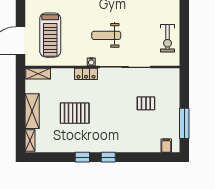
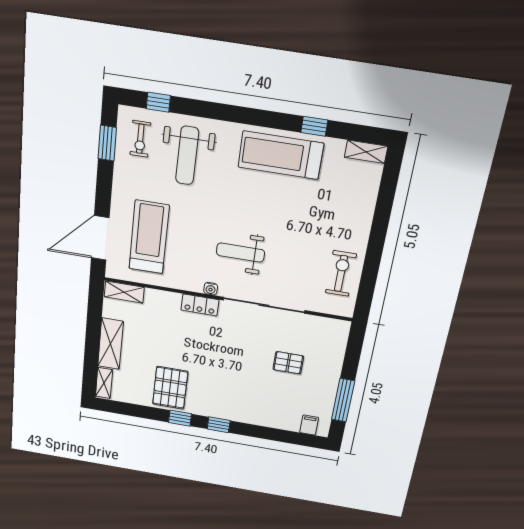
treadmill: (50, 35) -> (149, 237), turned 180
exercise bike: (168, 38) -> (341, 273), turned 180
pallet: (75, 113) -> (170, 388), moved, turned 90

